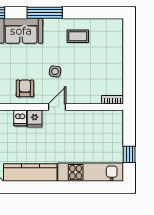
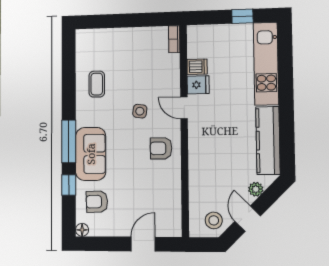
window: (45, 13) -> (69, 141), moved
dishwasher: (20, 118) -> (197, 67), moved
fridge: (35, 119) -> (198, 85), moved

